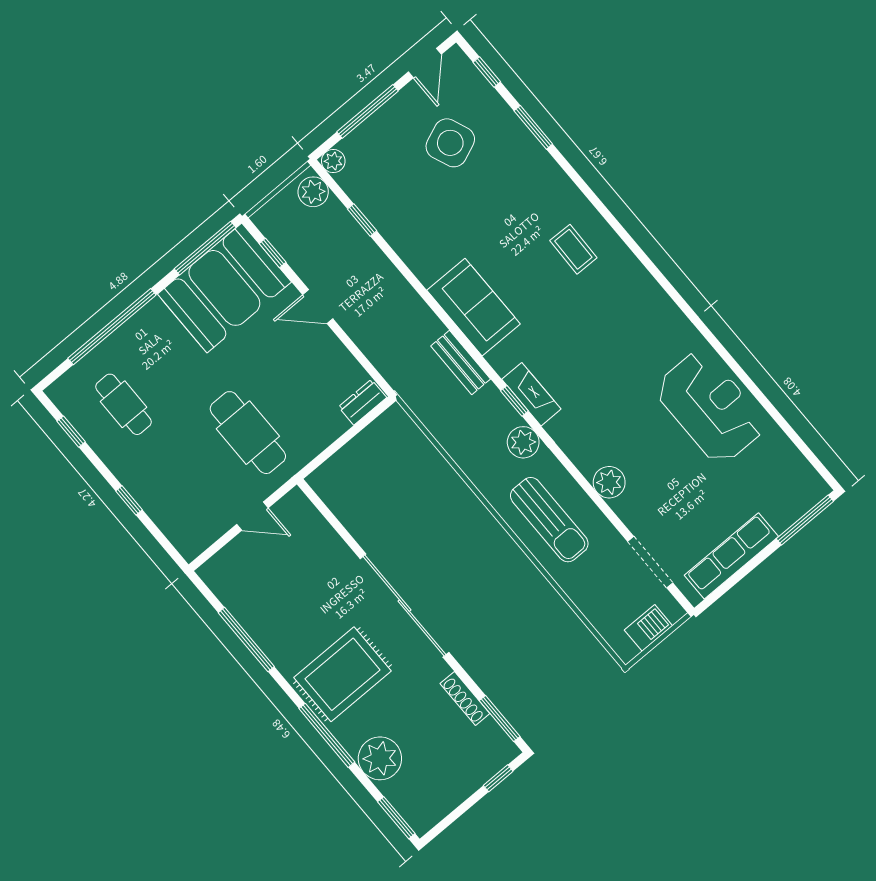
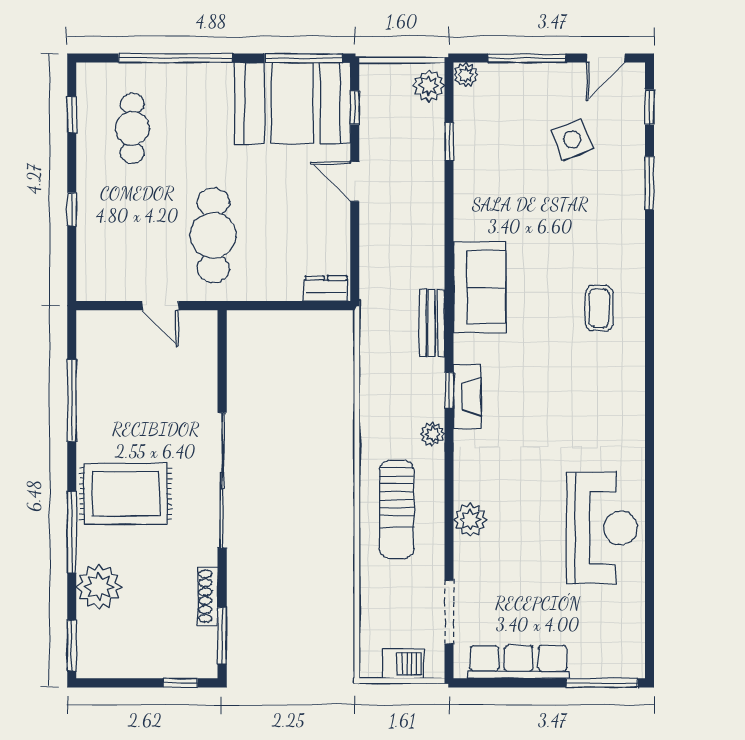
side table: (450, 143) -> (572, 139), width x0.73, depth x0.73
plant: (523, 442) -> (433, 434), width x0.73, depth x0.73

